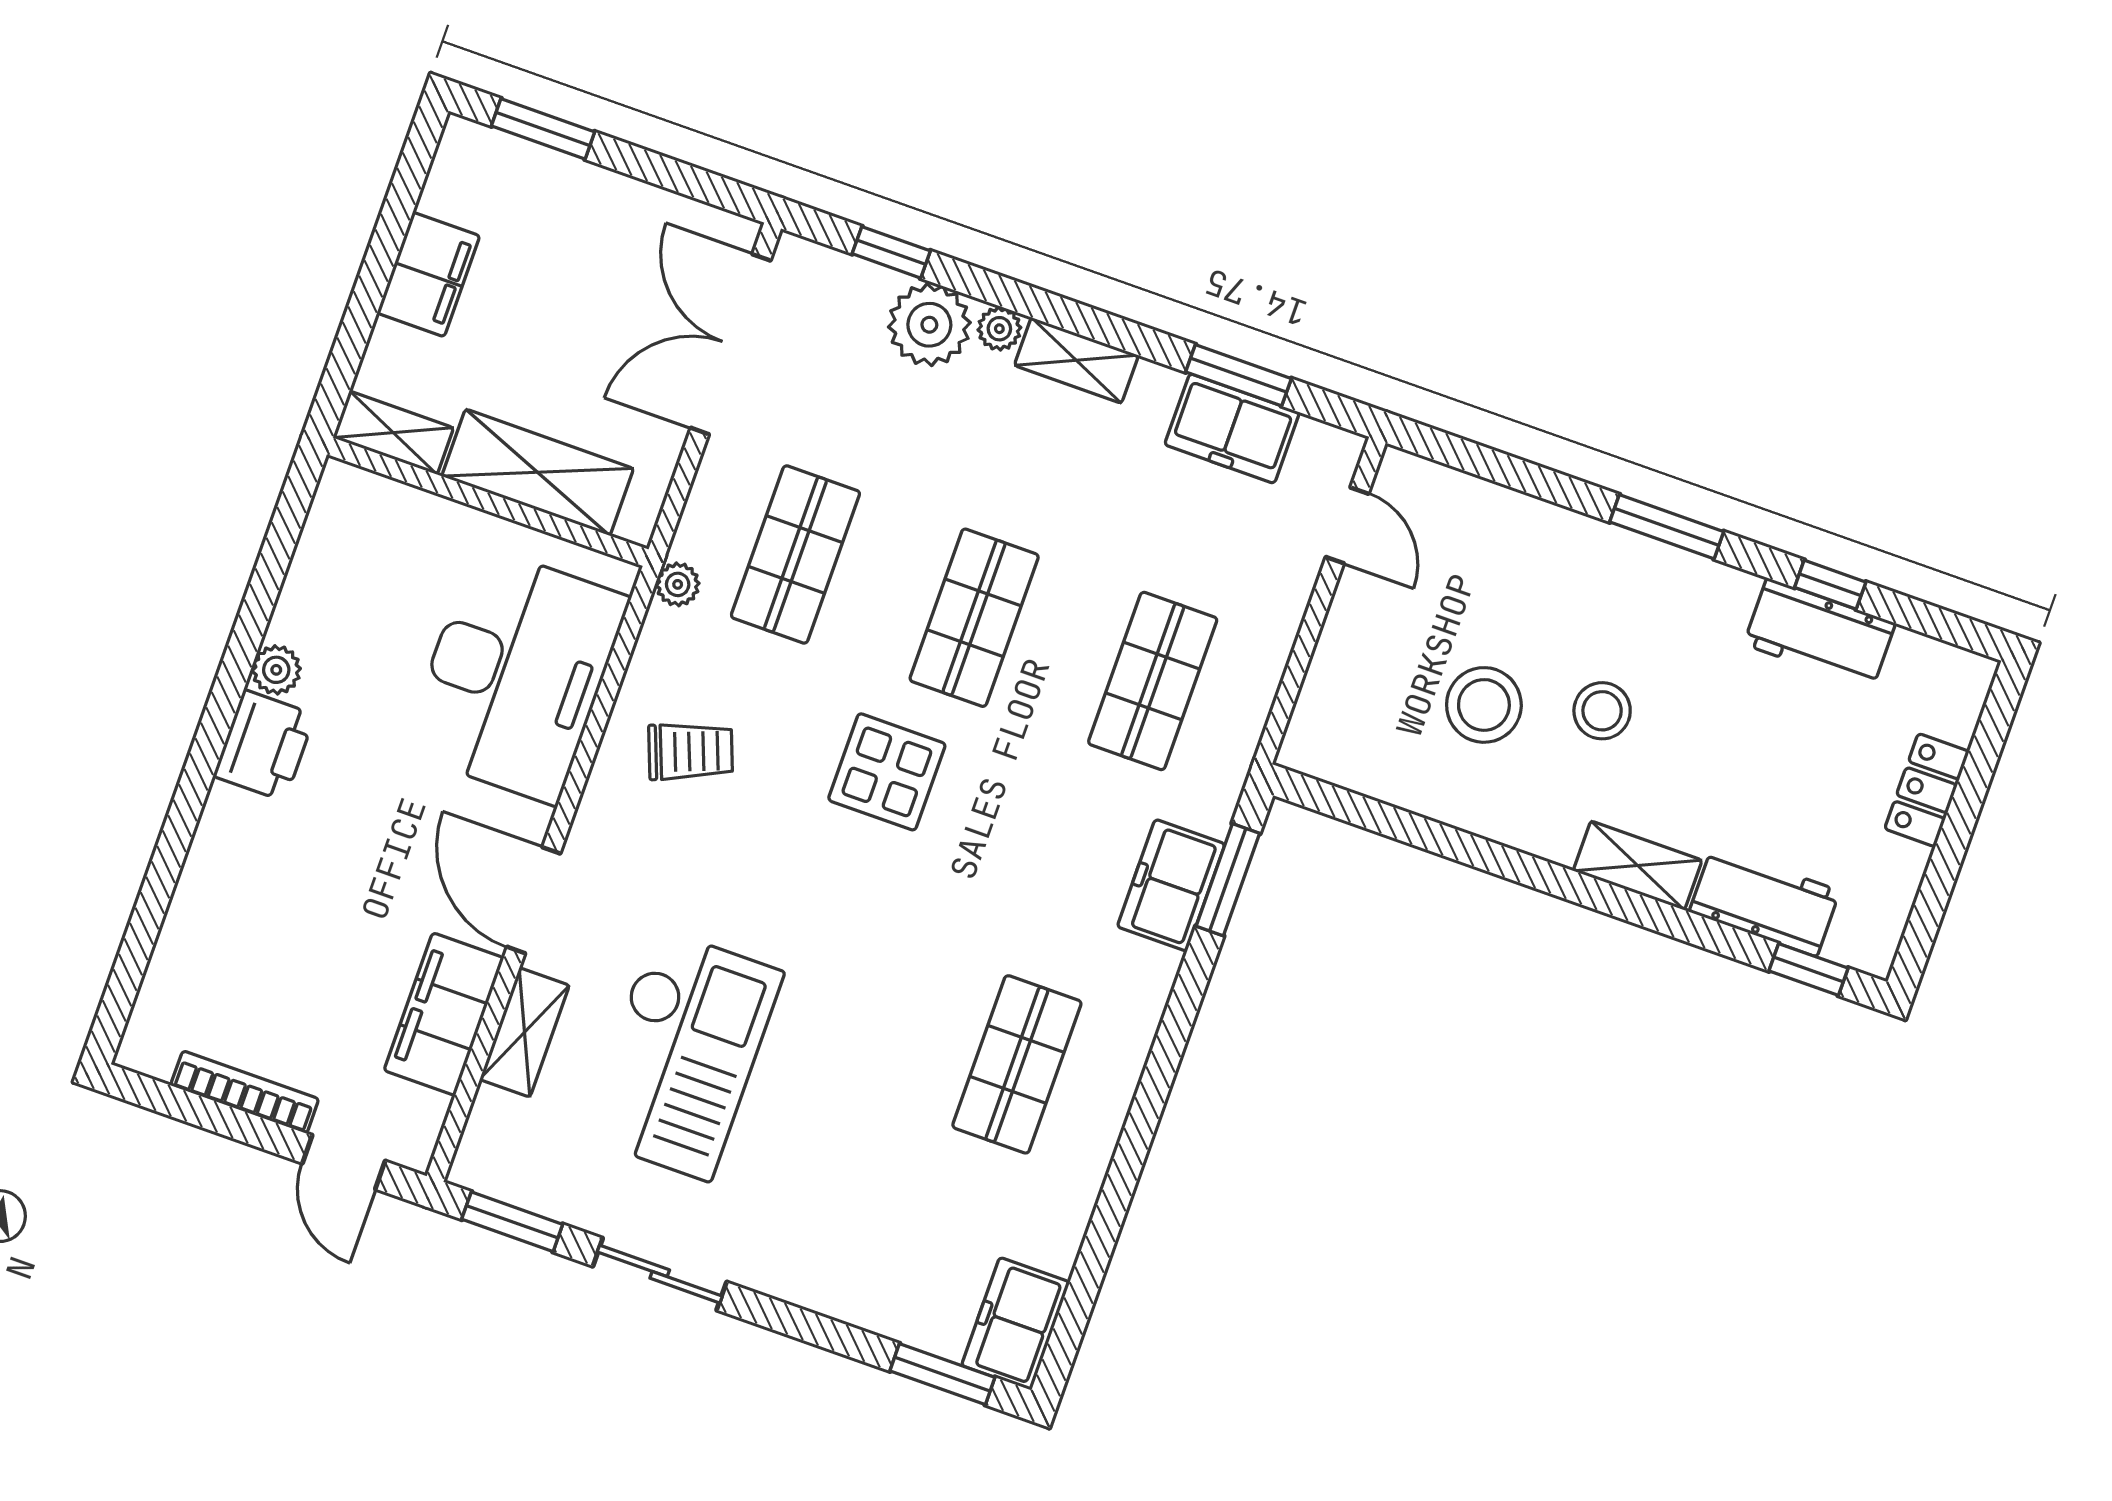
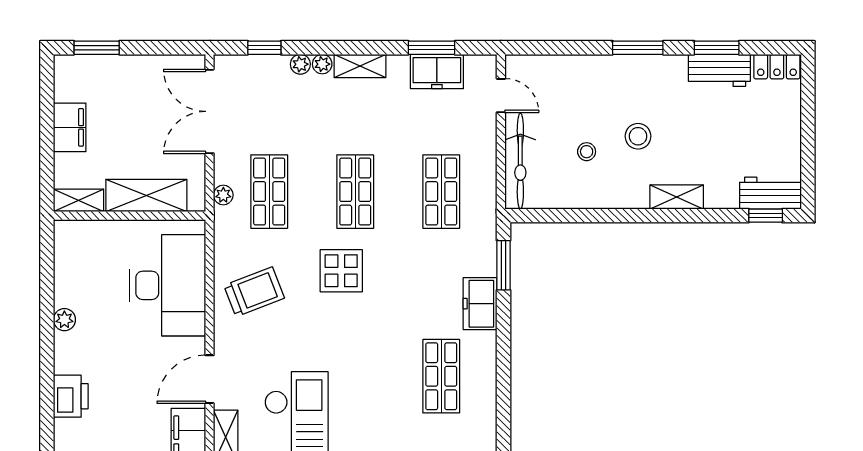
plant: (929, 325) -> (300, 64), width x0.53, depth x0.53
plant: (678, 584) -> (223, 195), moved
window: (1830, 585) -> (717, 48), width x1.50
bicycle: (1339, 676) -> (520, 161), added
stool: (1484, 705) -> (587, 152), width x0.53, depth x0.53
printer: (264, 745) -> (71, 396), moved
trolley: (691, 751) -> (254, 292), width x1.36, depth x1.39
locker: (1927, 790) -> (777, 67), moved, turned -90
freezer: (1171, 885) -> (480, 304), moved
door: (534, 900) -> (210, 379), hinge flipped
workbench: (1765, 901) -> (770, 193), moved

